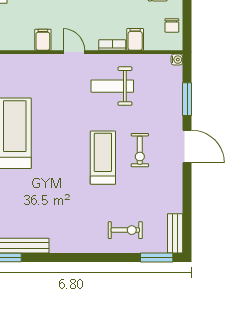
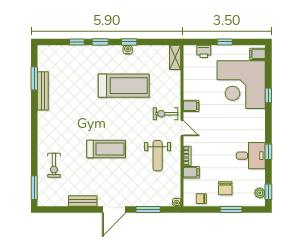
door: (74, 52) -> (182, 128), hinge flipped
weight bench: (112, 86) -> (158, 156), turned 180
exercise bike: (140, 150) -> (166, 114), moved
bench: (175, 233) -> (83, 201), moved

